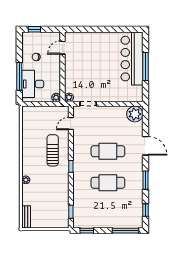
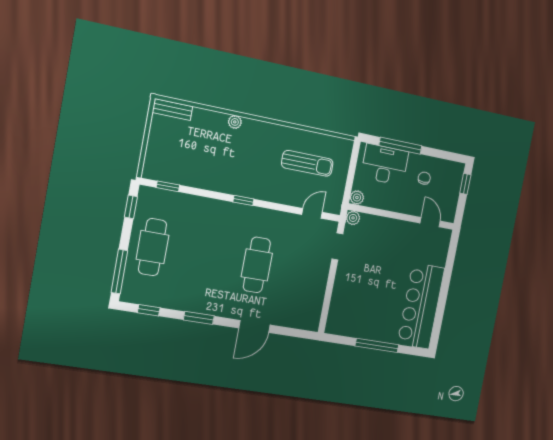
bar counter: (132, 59) -> (421, 306), moved, turned -90
plant: (135, 114) -> (308, 317), removed
door: (71, 123) -> (312, 213), hinge flipped
sun lounger: (53, 150) -> (307, 163), moved
cafe table: (108, 183) -> (152, 247), moved

